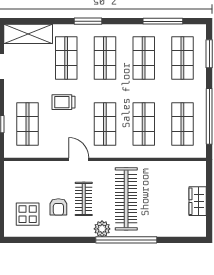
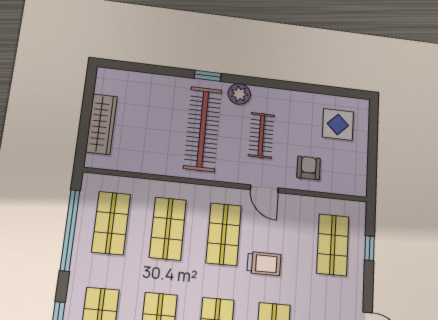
trolley: (63, 102) -> (264, 264), moved
wardrobe: (198, 201) -> (101, 124), width x1.50
armchair: (58, 207) -> (309, 168), moved
window: (126, 240) -> (208, 76), width x0.32

